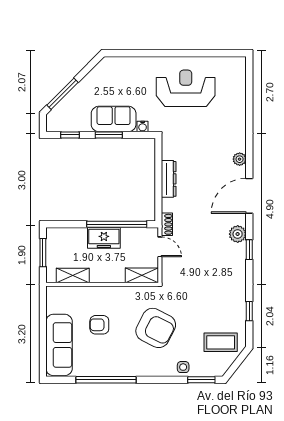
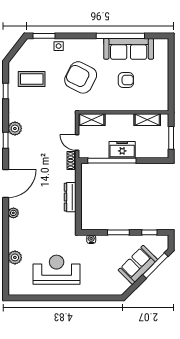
reception desk: (186, 88) -> (57, 270), turned 180
plant: (238, 104) -> (15, 257), added
sofa: (114, 119) -> (138, 265), moved, turned 135
plant: (238, 234) -> (15, 129), moved
coffee table: (221, 342) -> (32, 79), moved
sofa: (59, 345) -> (129, 49), moved, turned -90

